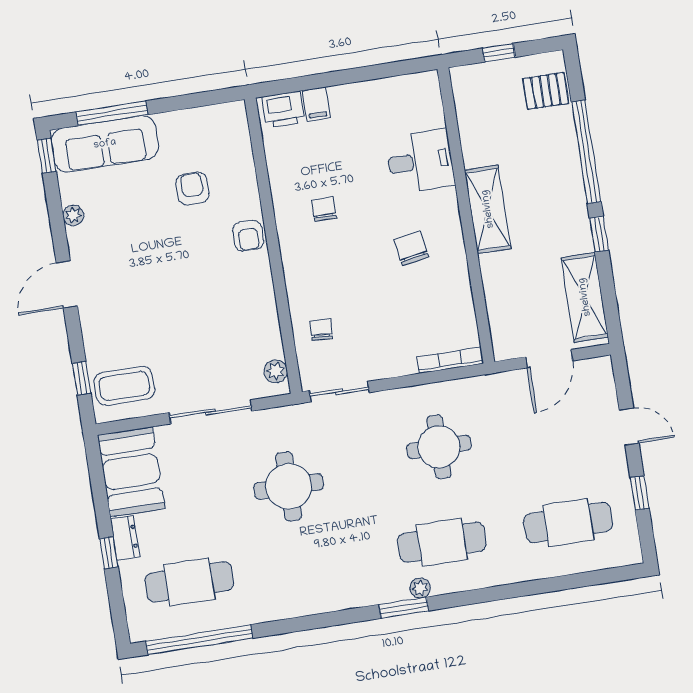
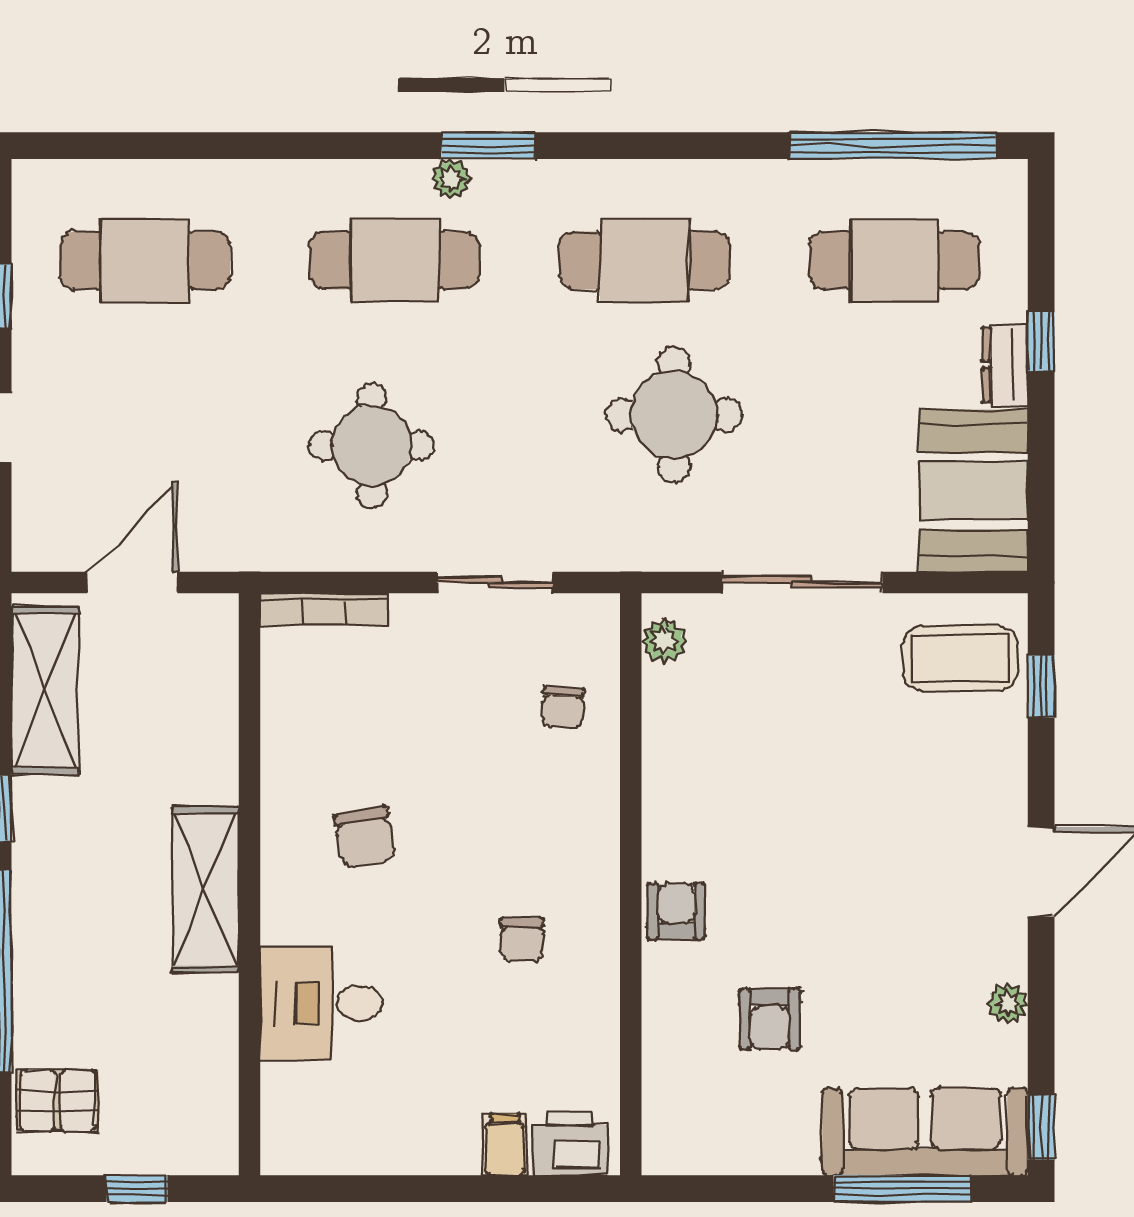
sliding door: (339, 392) -> (495, 582), moved
cafe table: (316, 562) -> (645, 261), added

